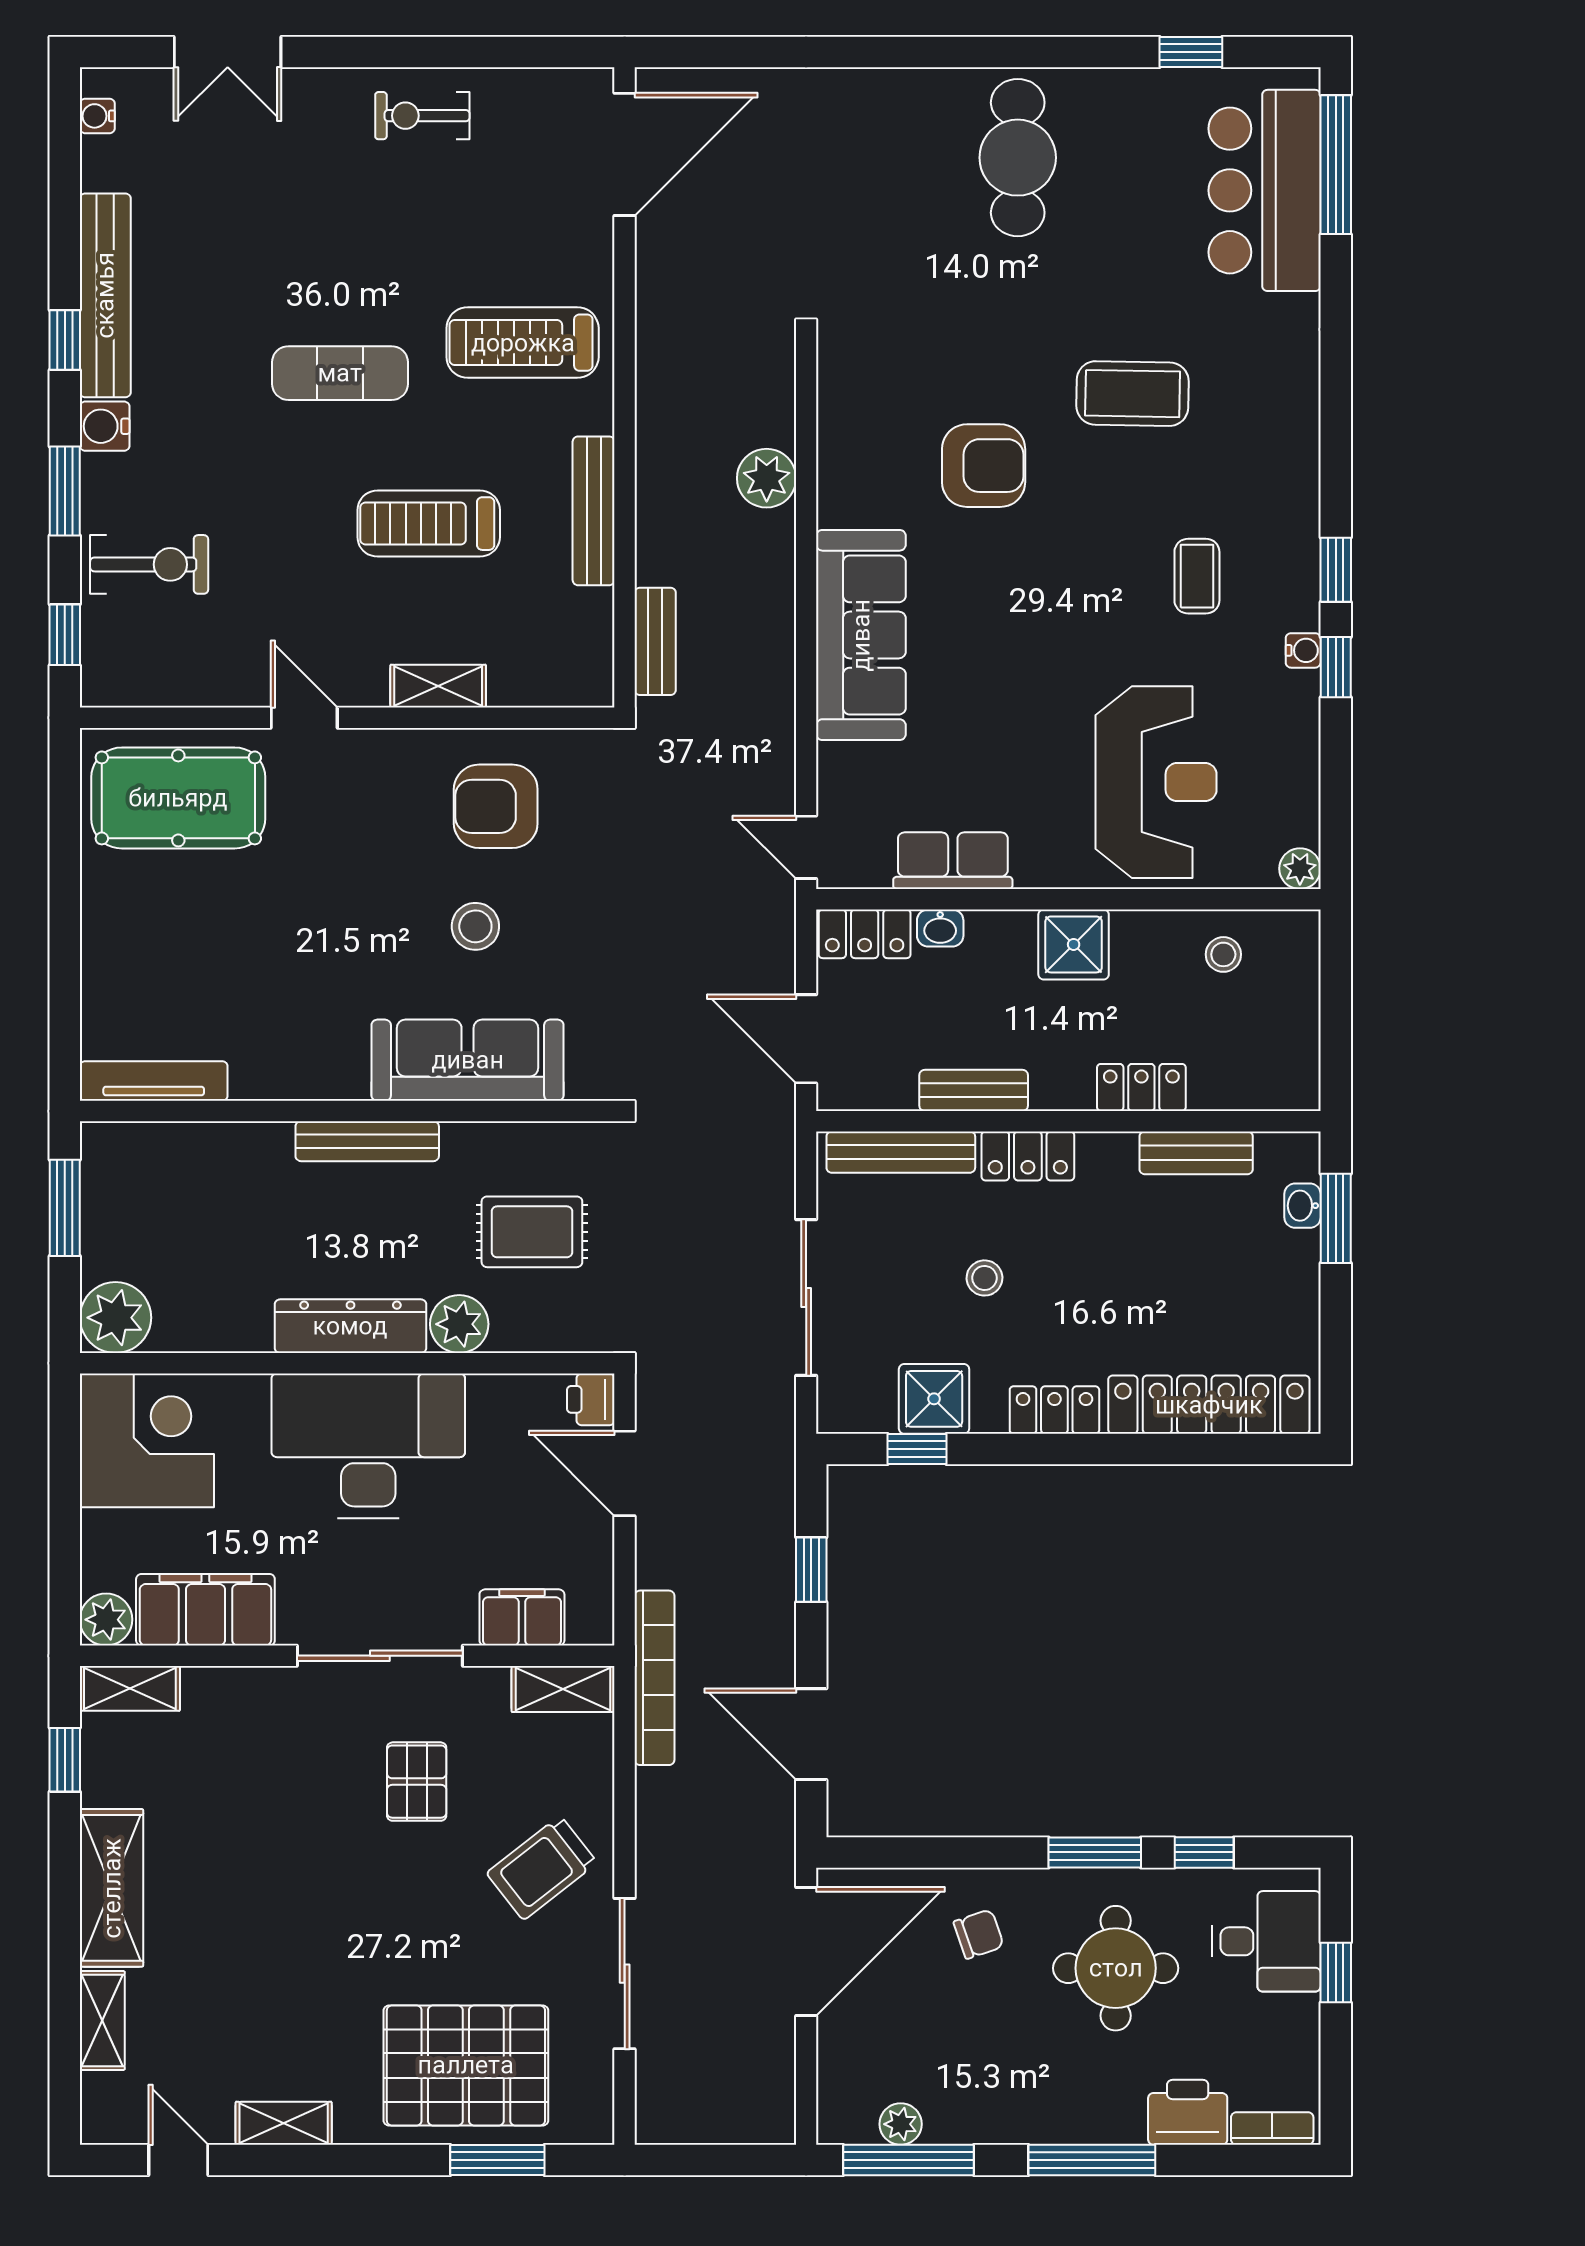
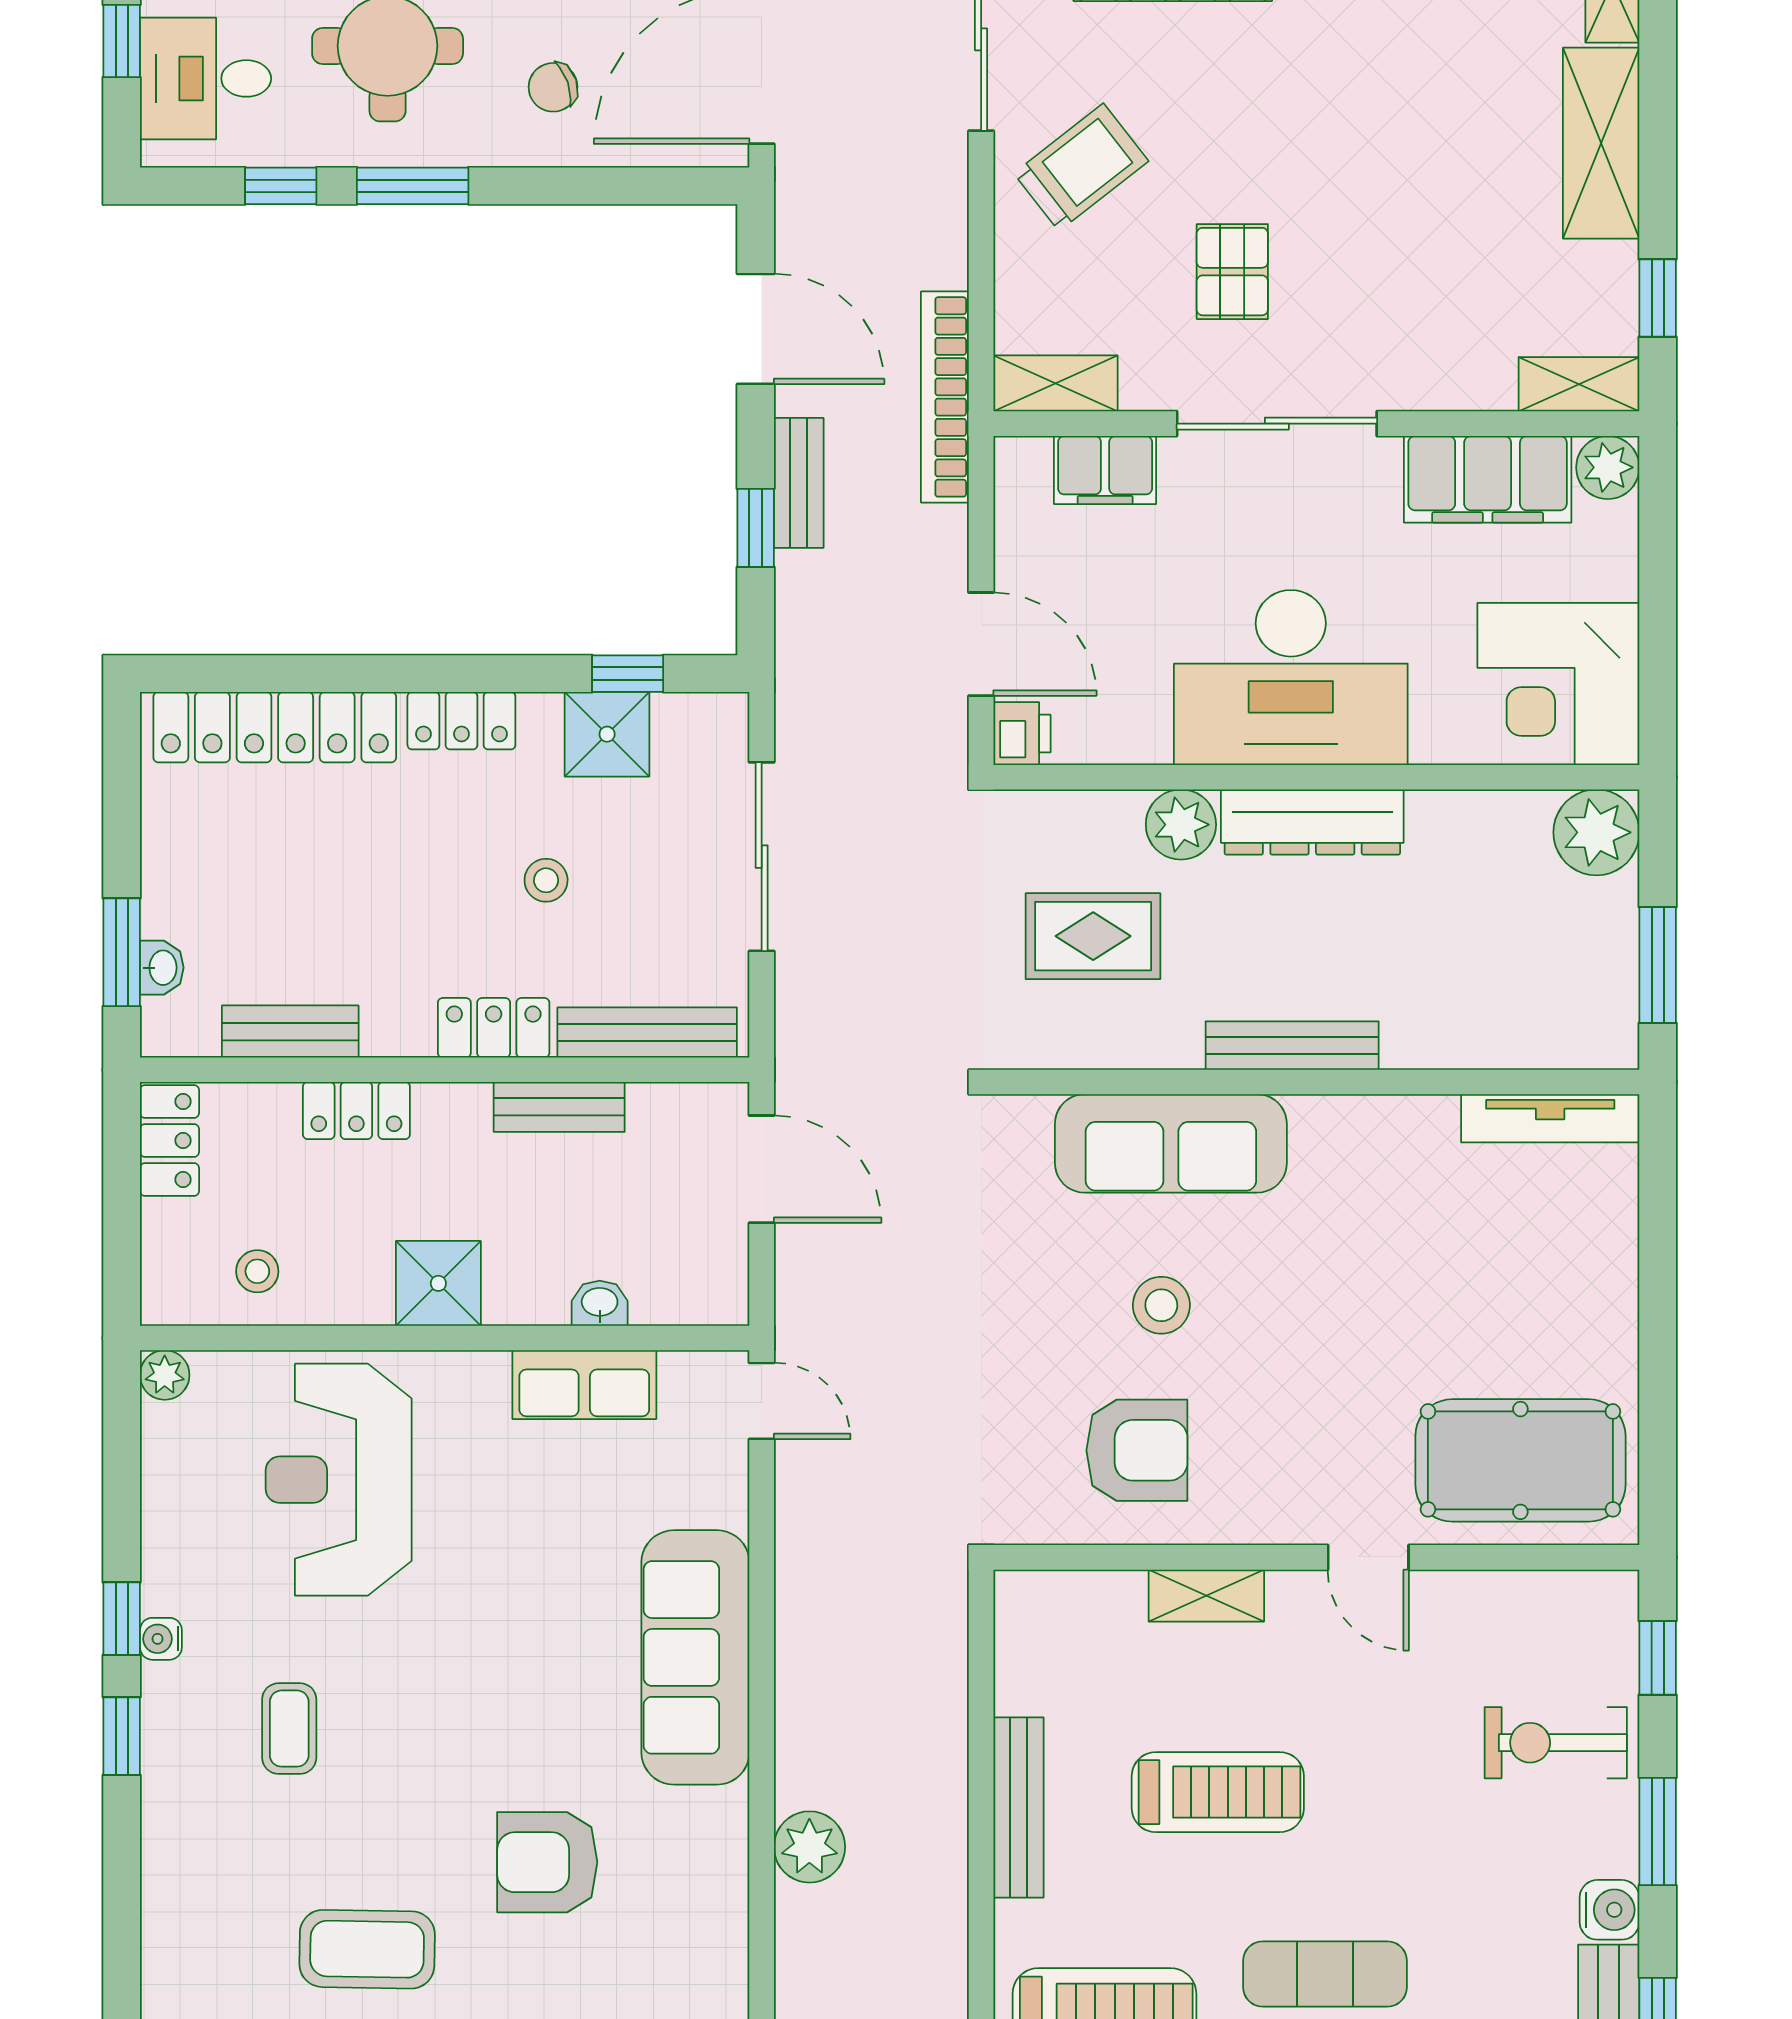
bench: (655, 641) -> (799, 483), moved
locker: (865, 934) -> (169, 1141), moved, turned 90

